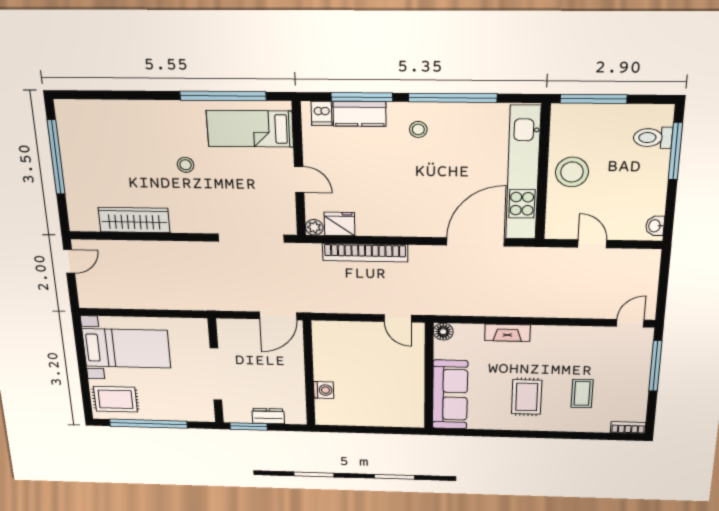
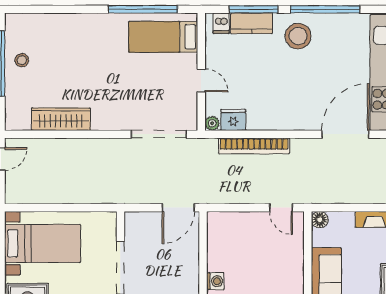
stool: (418, 129) -> (298, 36), width x1.89, depth x1.89
stool: (186, 165) -> (22, 60), moved

